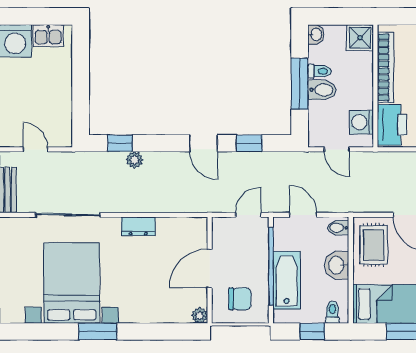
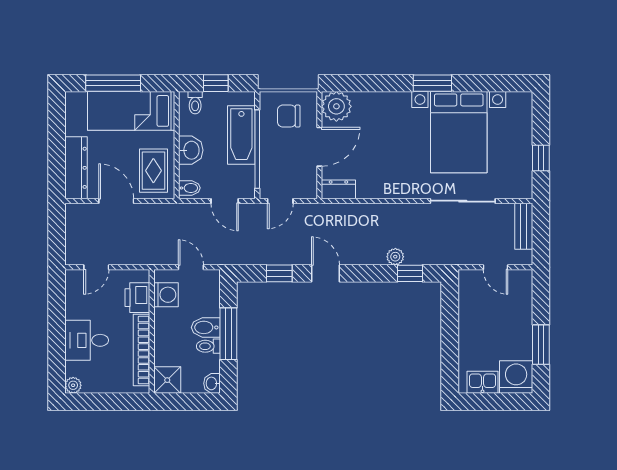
printer: (392, 125) -> (137, 298), width x0.73, depth x0.84
dresser: (138, 226) -> (338, 189), moved
plant: (200, 315) -> (336, 106), width x1.87, depth x1.87

